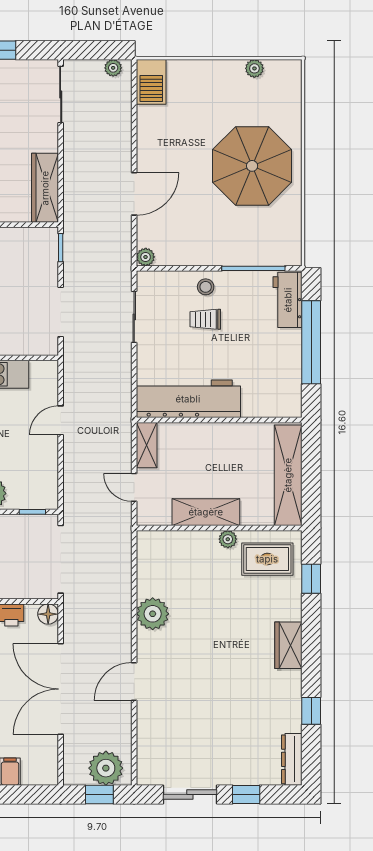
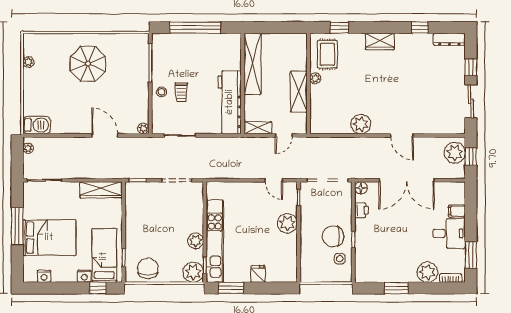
parasol: (252, 166) -> (88, 64), width x0.73, depth x0.73
workbench: (288, 300) -> (169, 42), removed
door: (61, 420) -> (274, 180), moved
shelving: (288, 475) -> (252, 64), moved, turned 90

